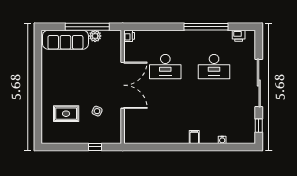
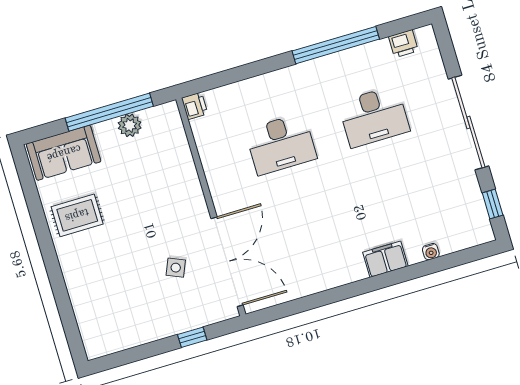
sofa: (65, 40) -> (64, 153), width x0.73
double door: (123, 85) -> (227, 262), moved
rug: (66, 114) -> (77, 215), moved
filing cabinet: (194, 137) -> (385, 259), width x2.00

